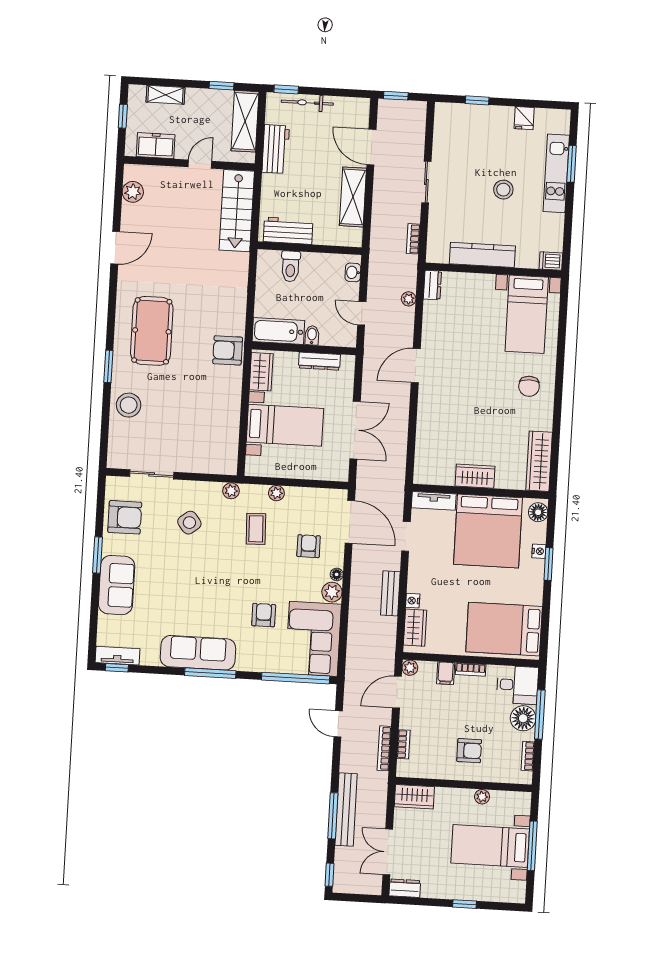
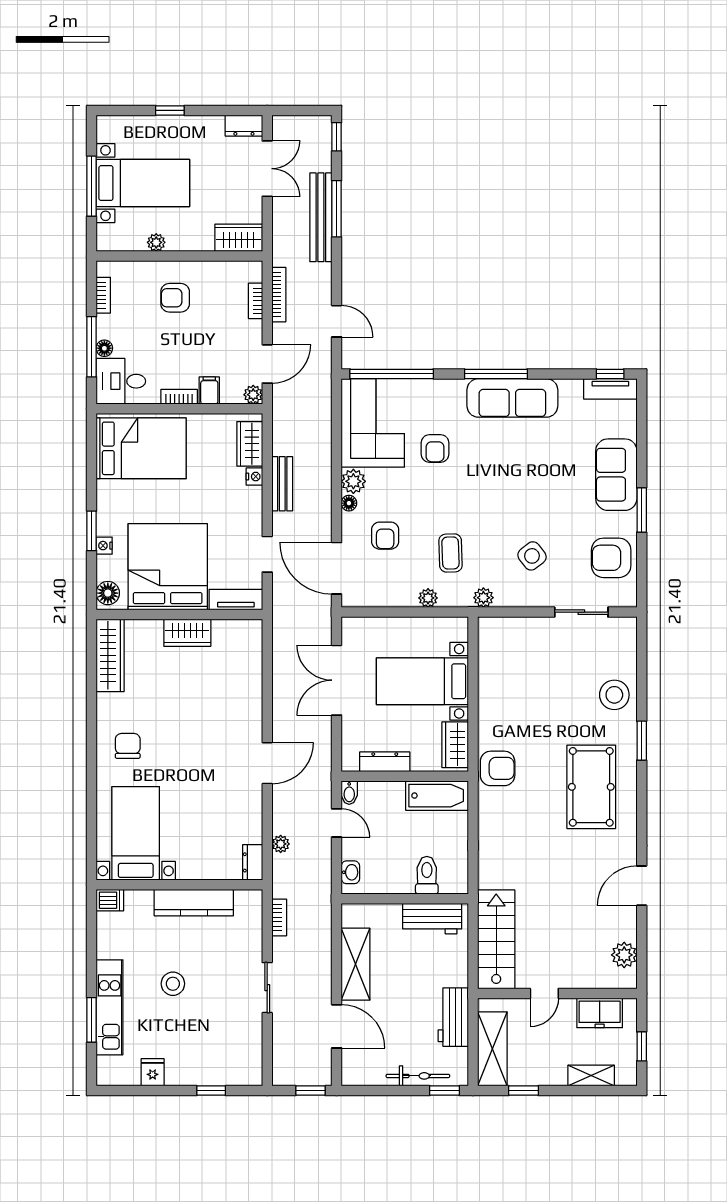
bidet: (312, 335) -> (349, 793), moved
floor lamp: (523, 718) -> (104, 348), width x0.53, depth x0.53

